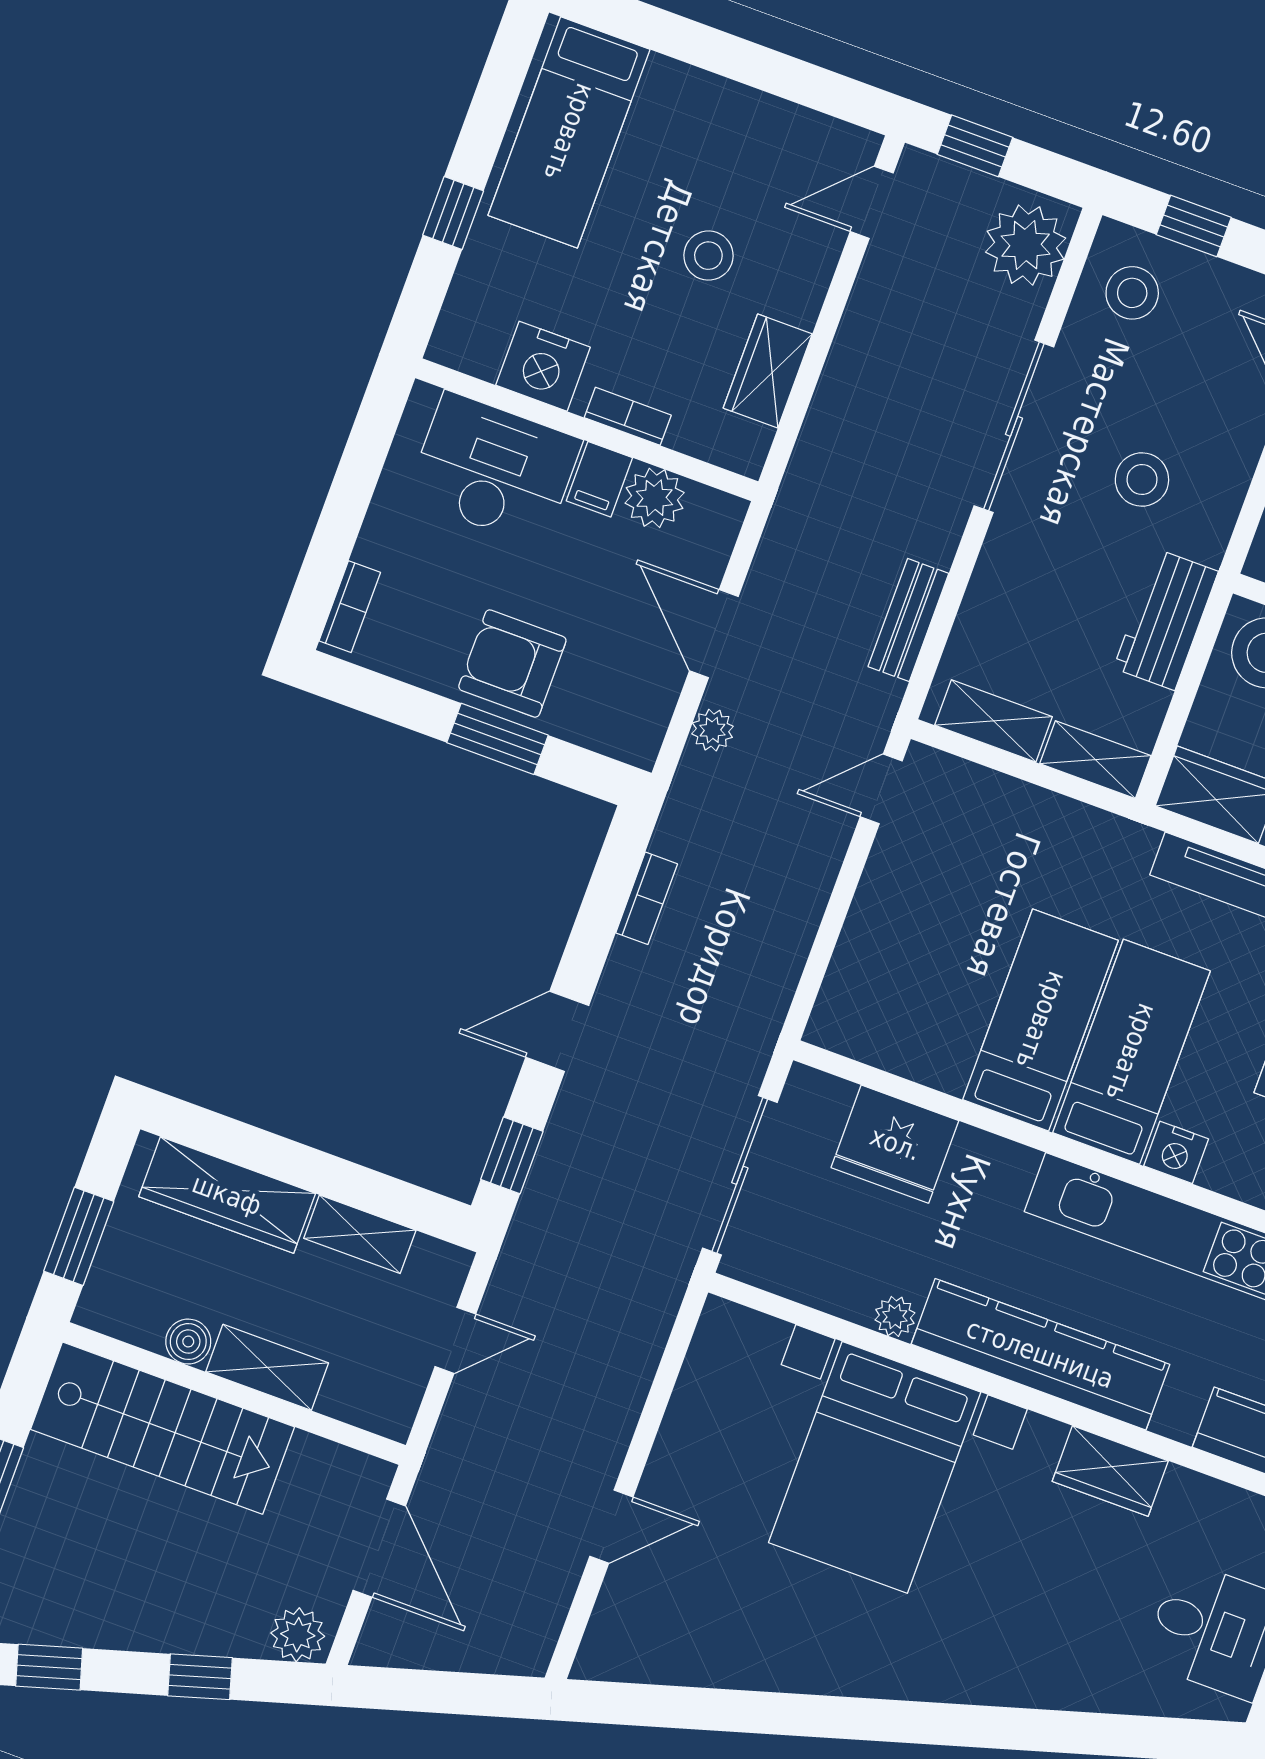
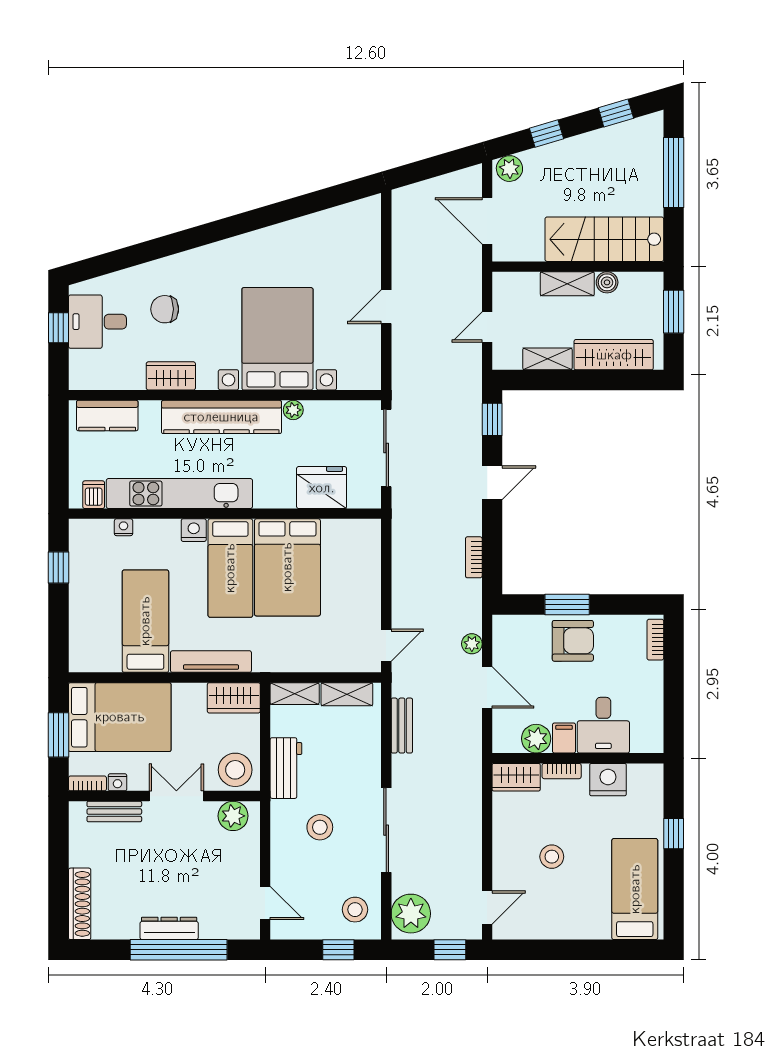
wardrobe: (768, 371) -> (516, 777), moved, turned 90
desk: (494, 469) -> (603, 725), width x0.73
bed: (1041, 1020) -> (287, 567), width x1.50
door: (611, 1527) -> (386, 307), moved
chair: (1075, 1606) -> (165, 309), added

